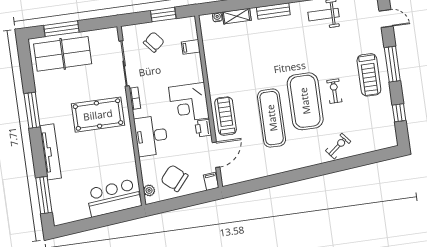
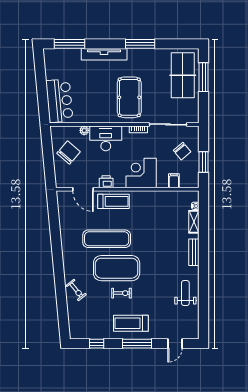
corner desk: (189, 103) -> (141, 173), moved
filing cabinet: (211, 181) -> (62, 182), removed
plant: (149, 190) -> (84, 130), moved

